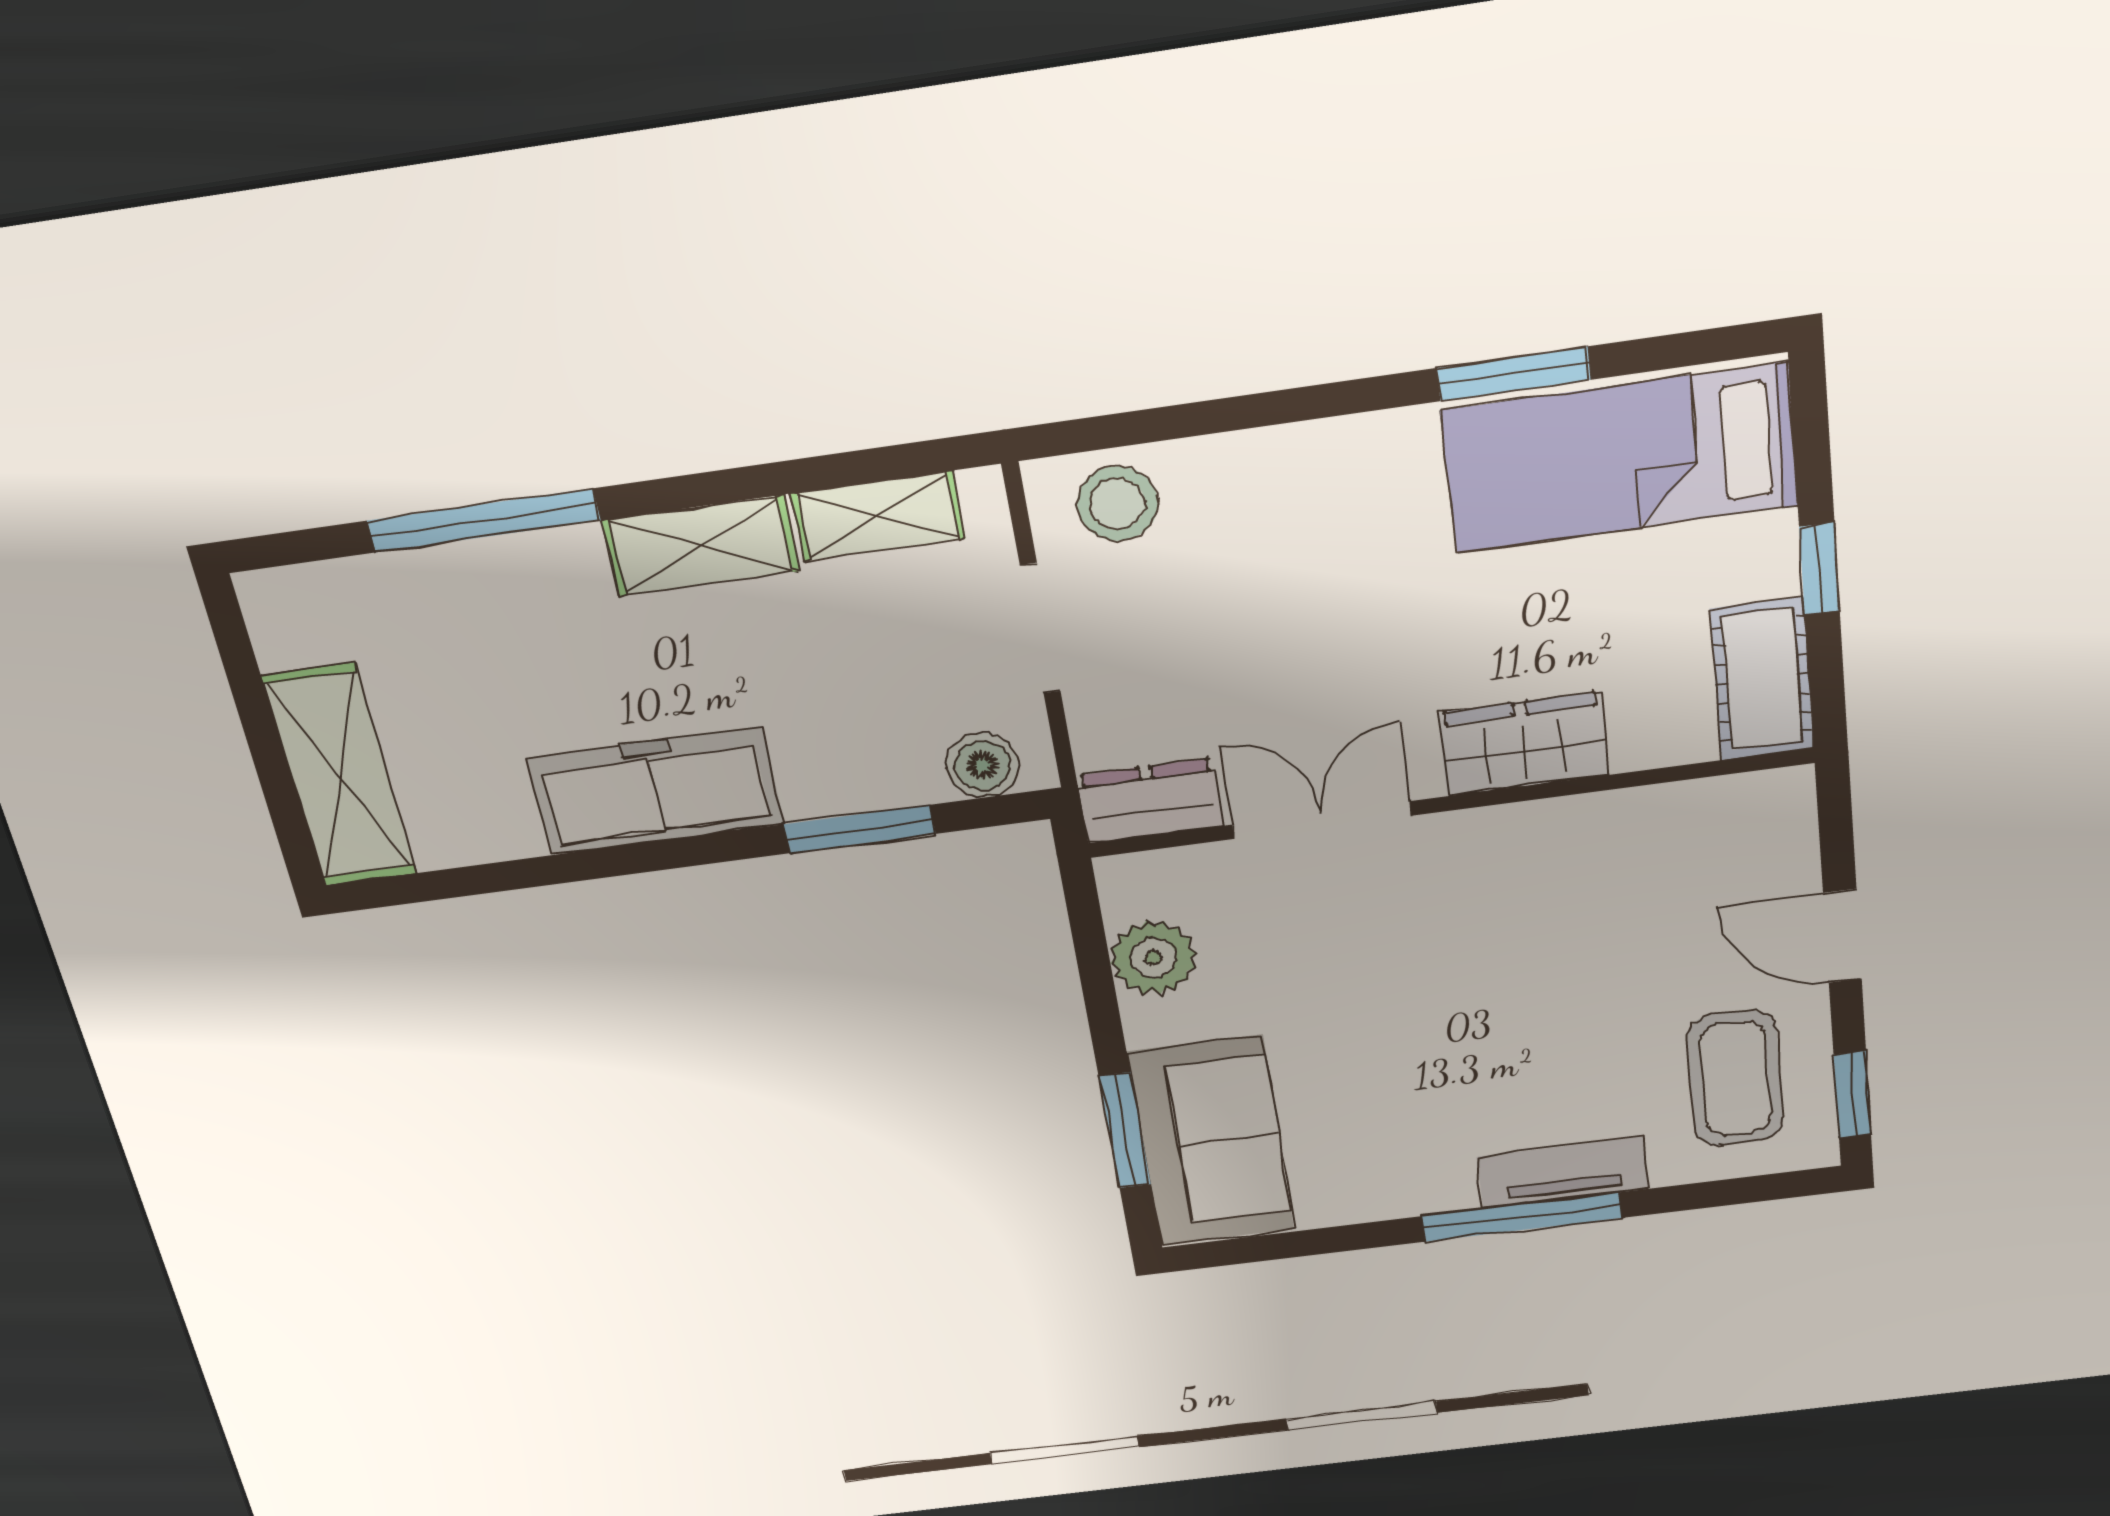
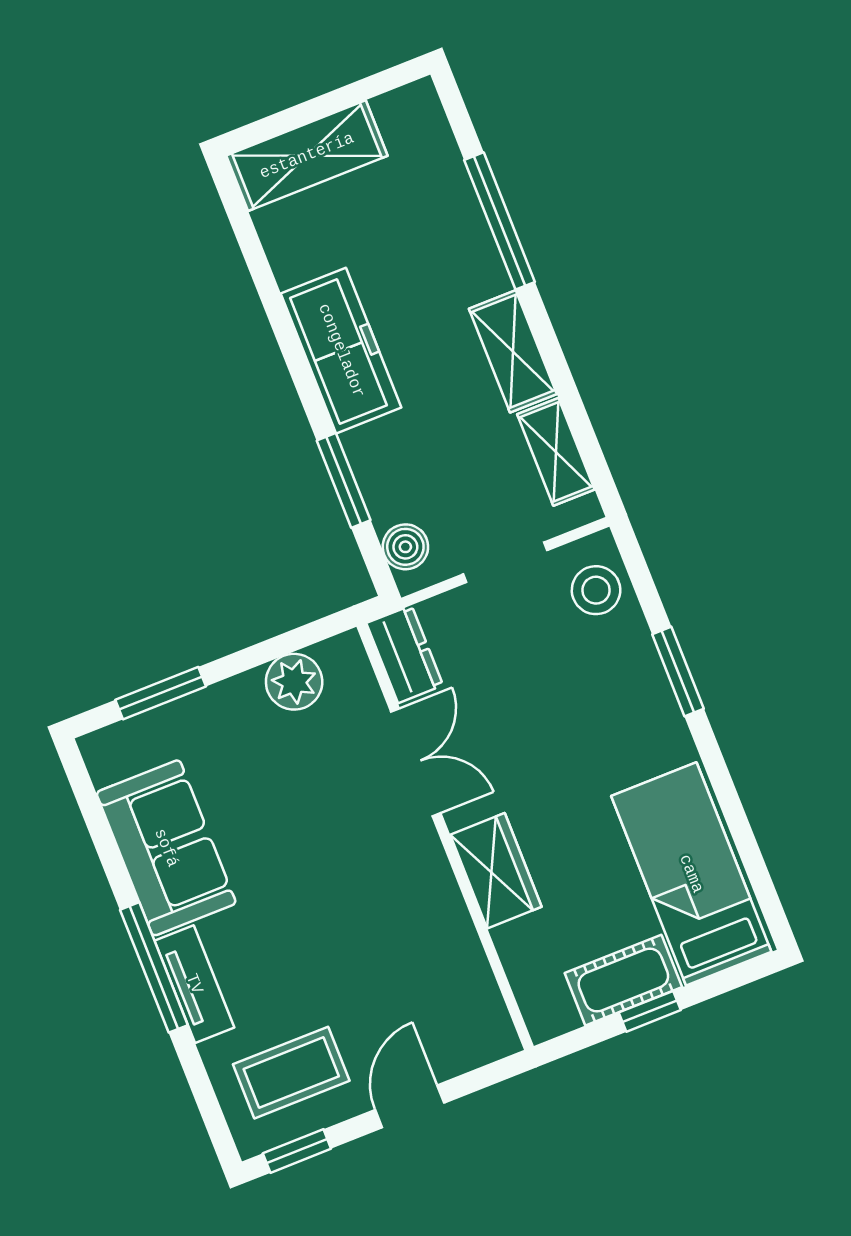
window: (1514, 374) -> (678, 672), moved
cot: (1762, 679) -> (623, 980), moved
sofa: (1211, 1141) -> (166, 848), moved, turned -90

